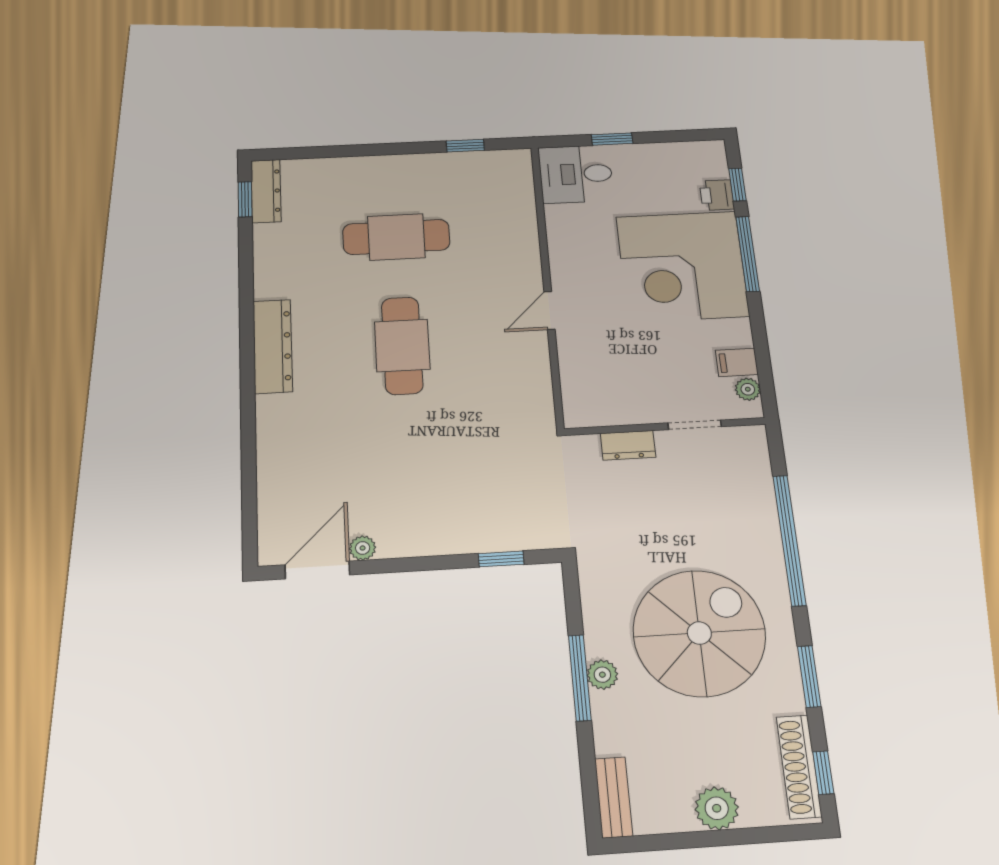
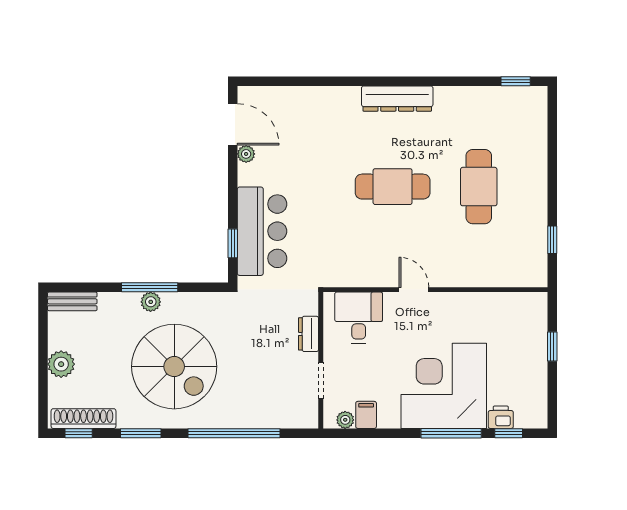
desk: (576, 174) -> (359, 318), moved
dresser: (266, 191) -> (522, 96), removed
bar counter: (480, 518) -> (262, 231), added

